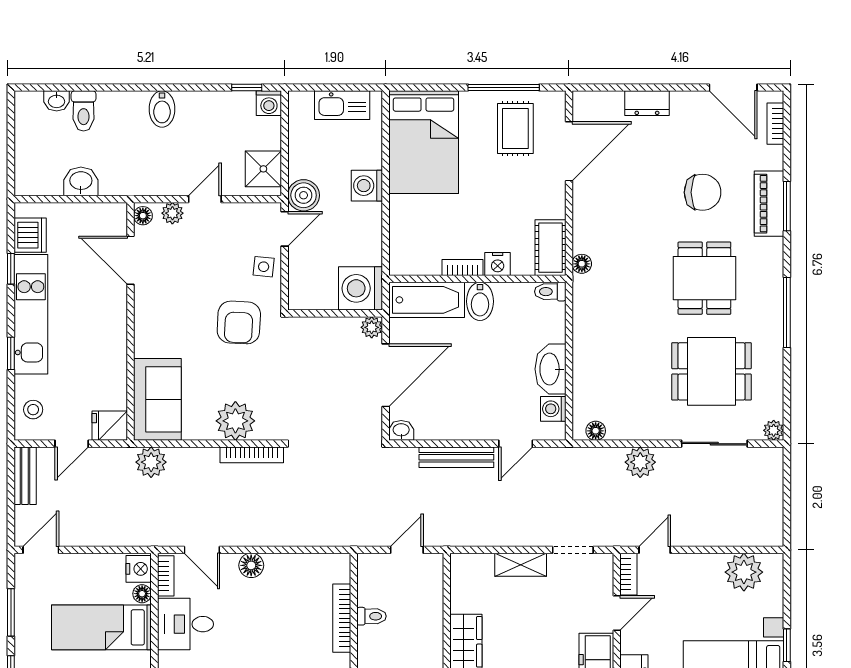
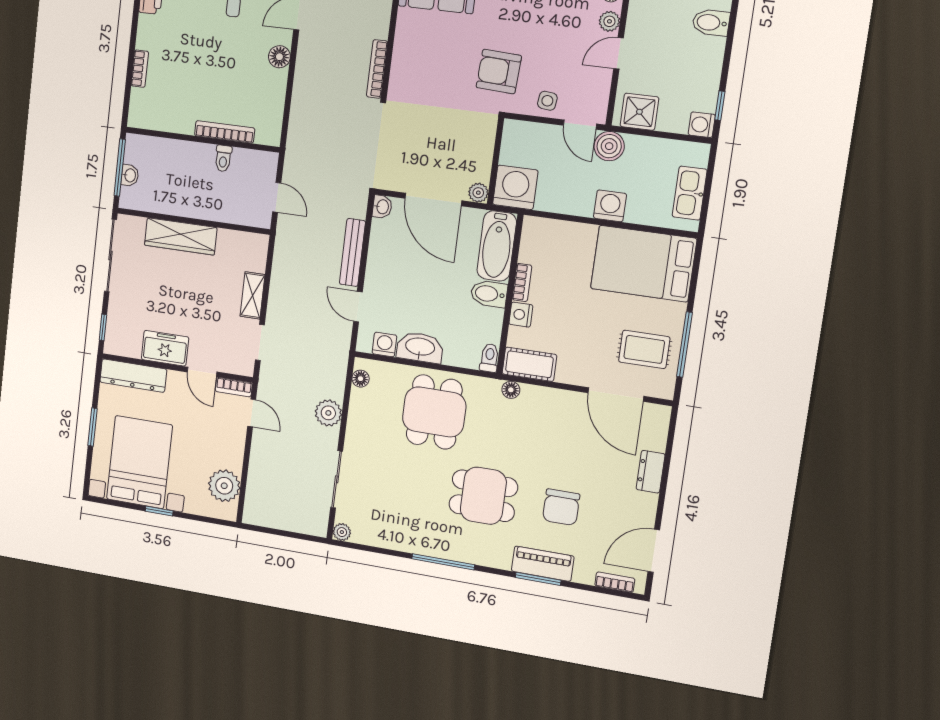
door: (205, 199) -> (618, 53), swing flipped
dining table: (712, 371) -> (434, 412), moved
plant: (235, 421) -> (409, 58), removed

